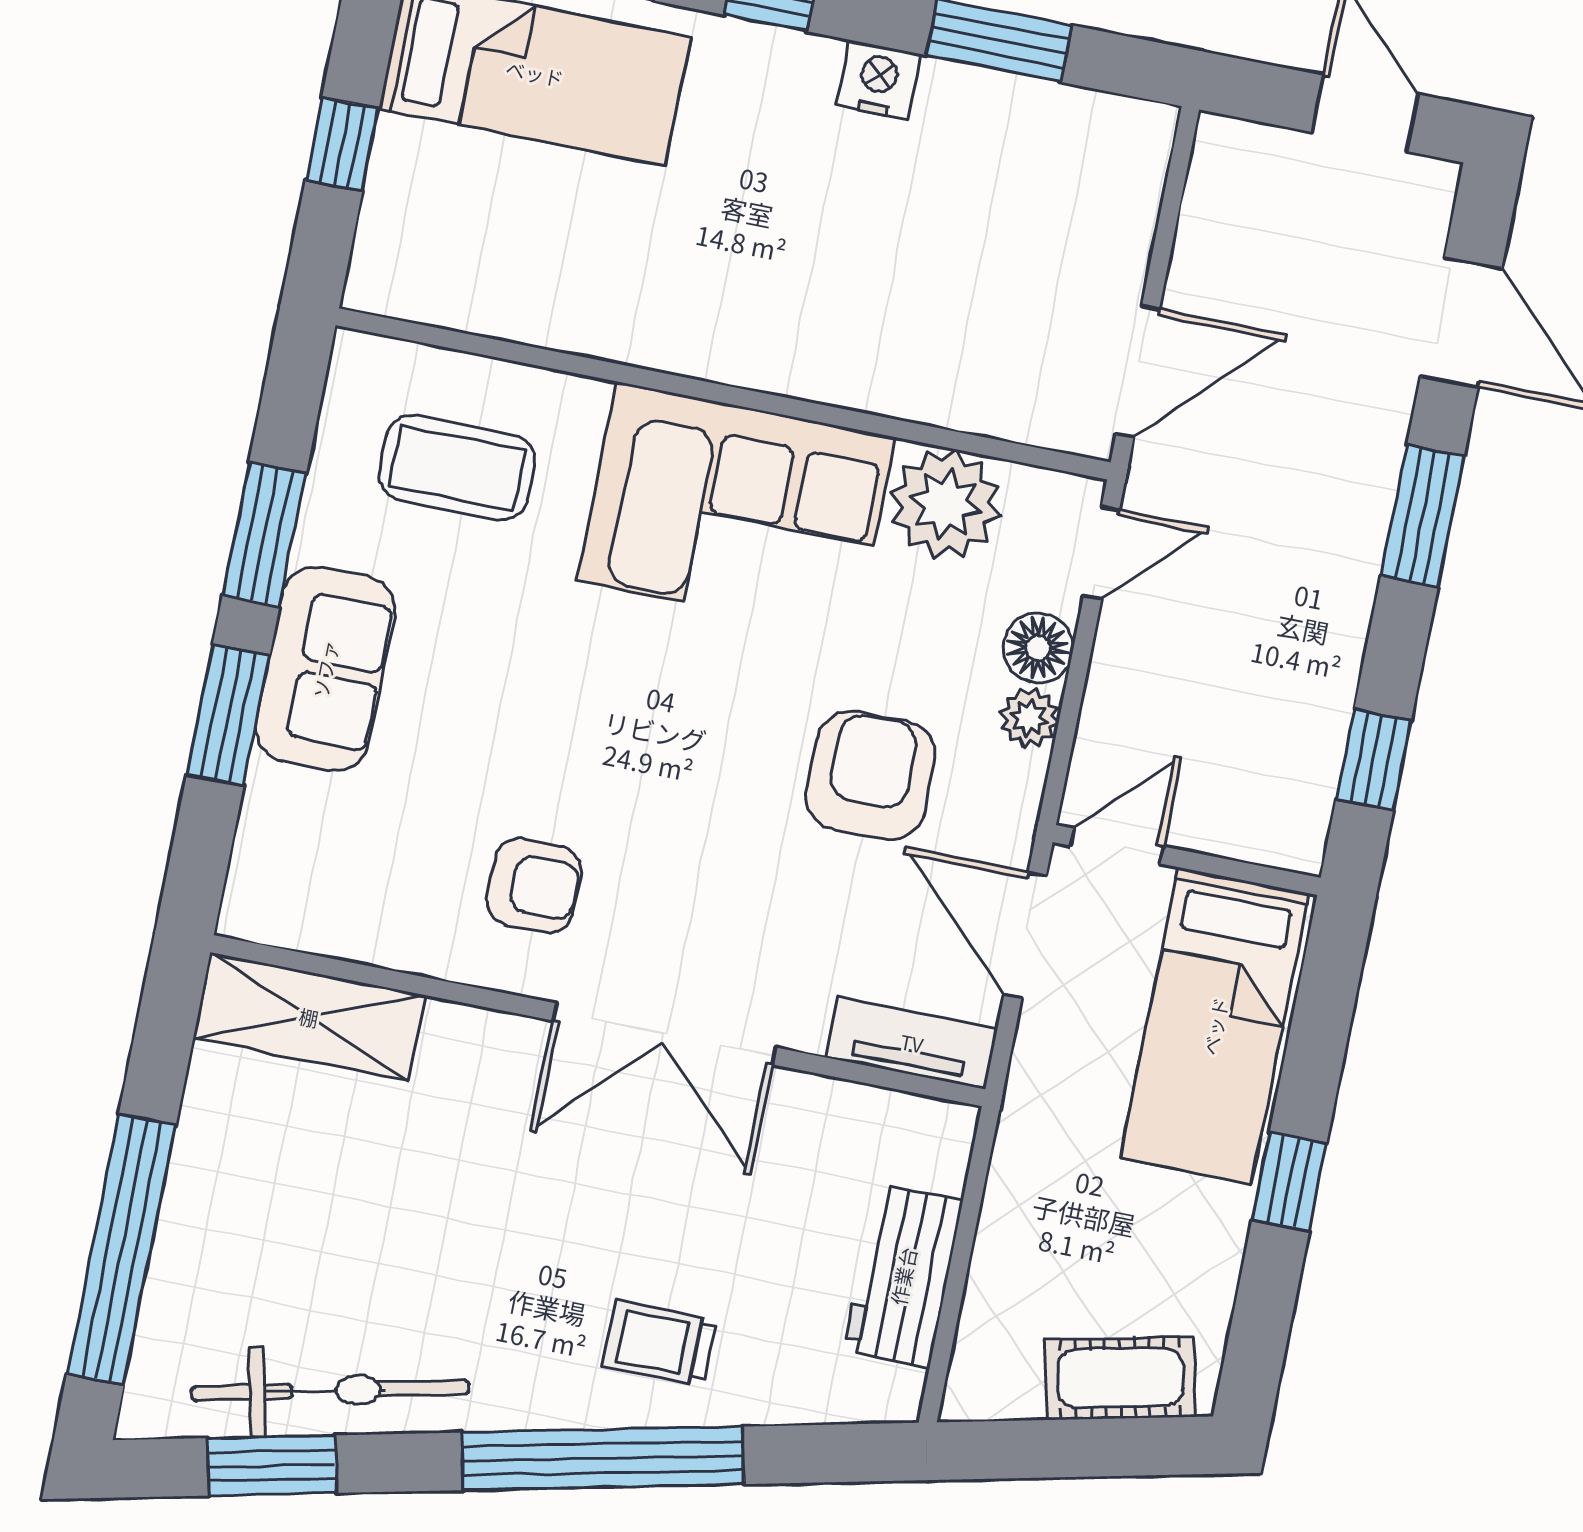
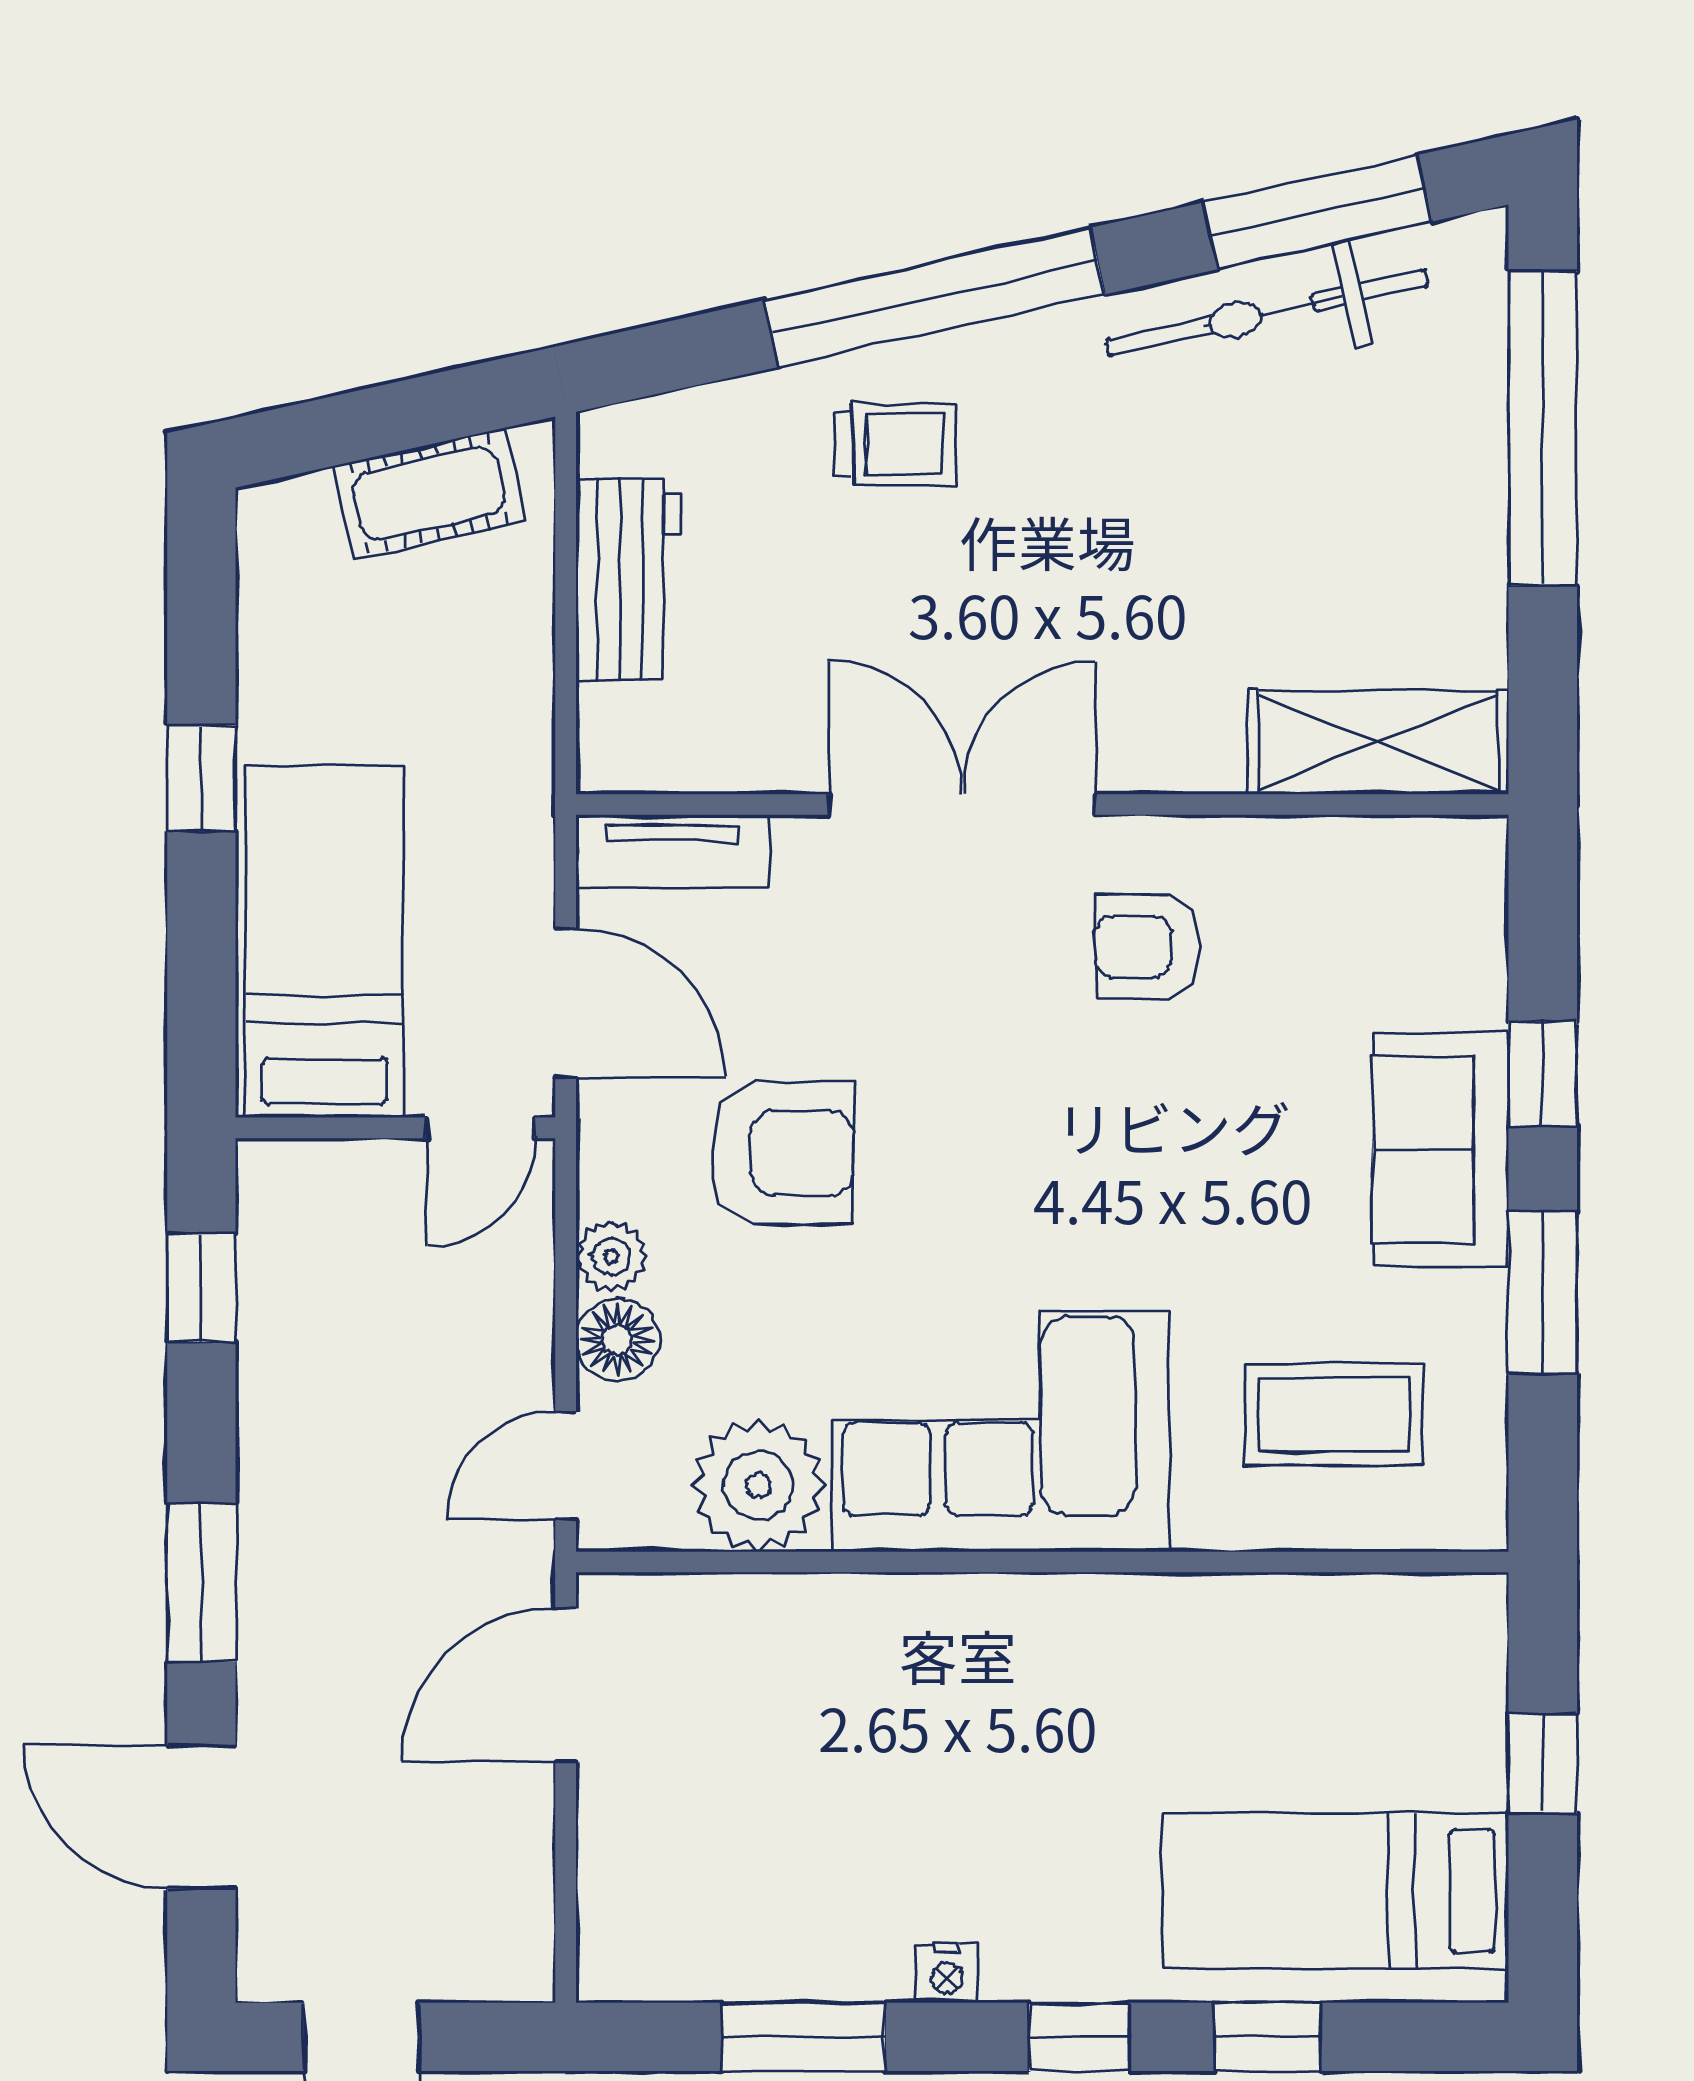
nightstand: (878, 80) -> (947, 1973), width x0.72, depth x0.74
window: (228, 715) -> (1543, 1074), width x0.67
armchair: (871, 775) -> (782, 1153), turned -90
cot: (1120, 1378) -> (429, 494), moved
window: (272, 1465) -> (1317, 212), width x1.44

